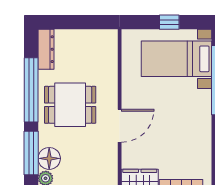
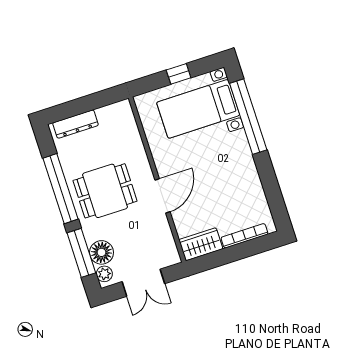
dresser: (46, 49) -> (75, 124), moved, turned 90

